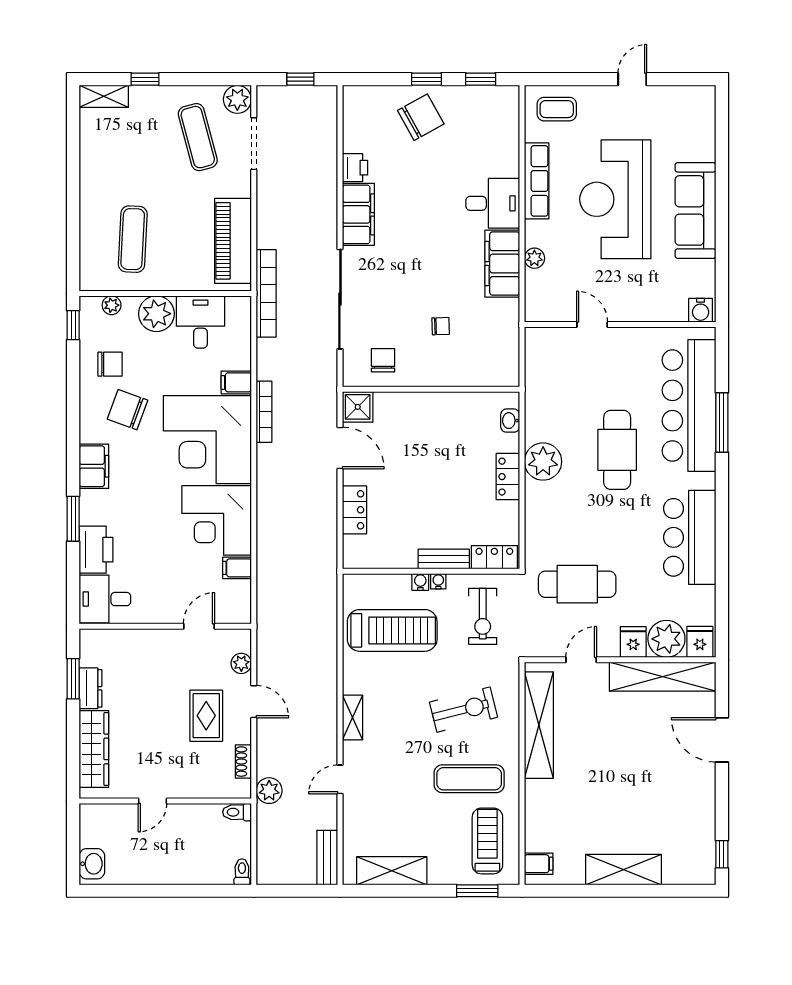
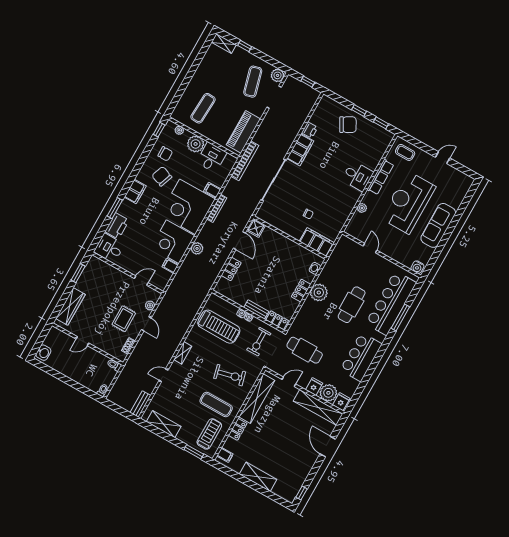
filing cabinet: (502, 264) -> (317, 242), moved, turned 90
chair: (383, 360) -> (277, 215), removed
dresser: (91, 688) -> (83, 281), removed
plant: (269, 791) -> (197, 248), moved
locker: (536, 802) -> (238, 429), added

